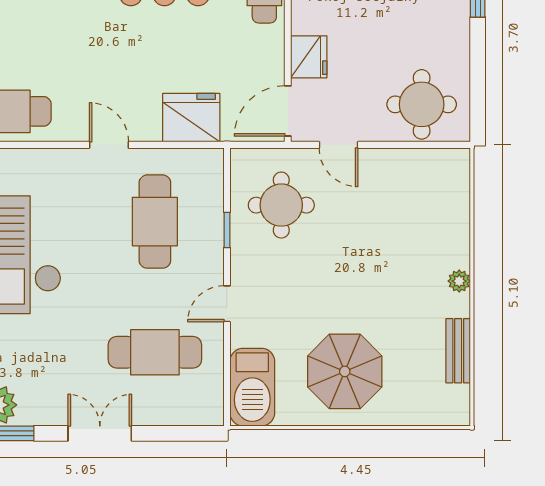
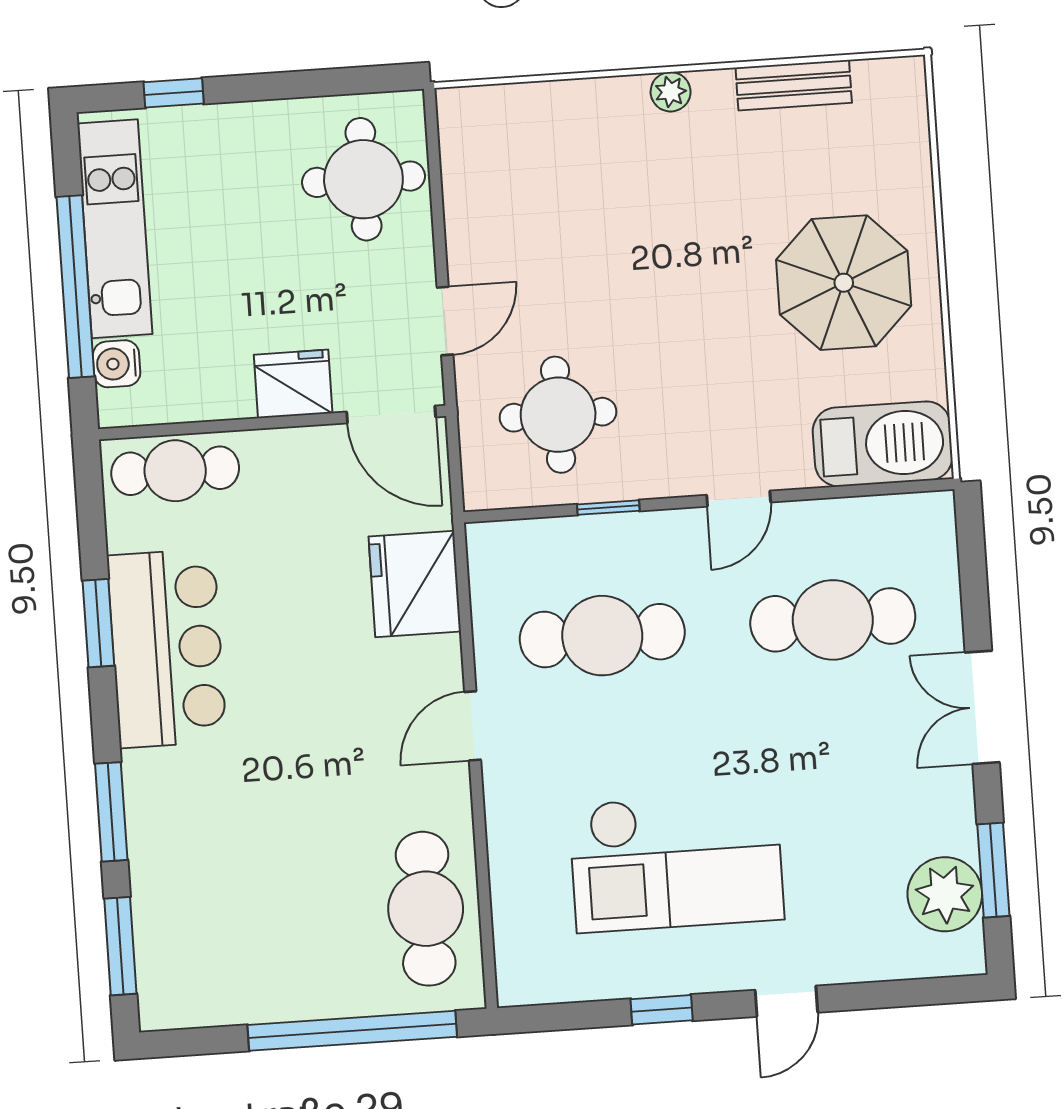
door: (227, 304) -> (739, 499), hinge flipped
cafe table: (155, 352) -> (833, 620), turned 90

